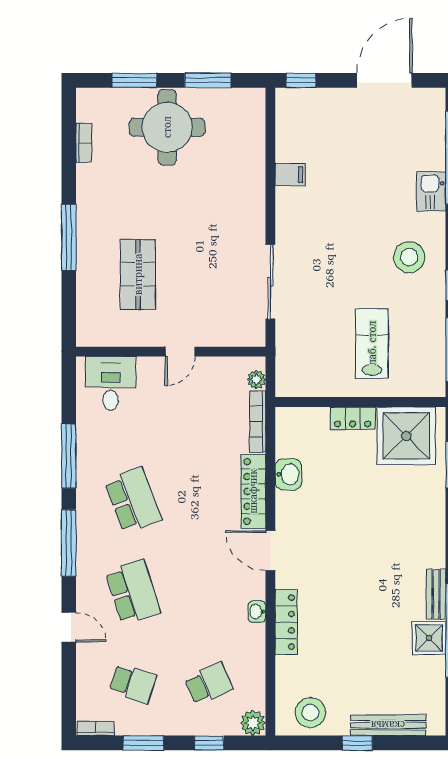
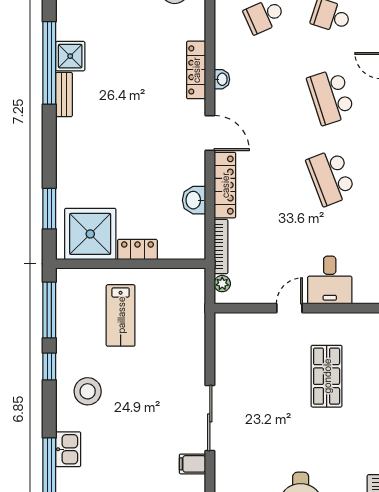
sliding door: (270, 282) -> (210, 418), moved
desk: (111, 384) -> (330, 280), moved

